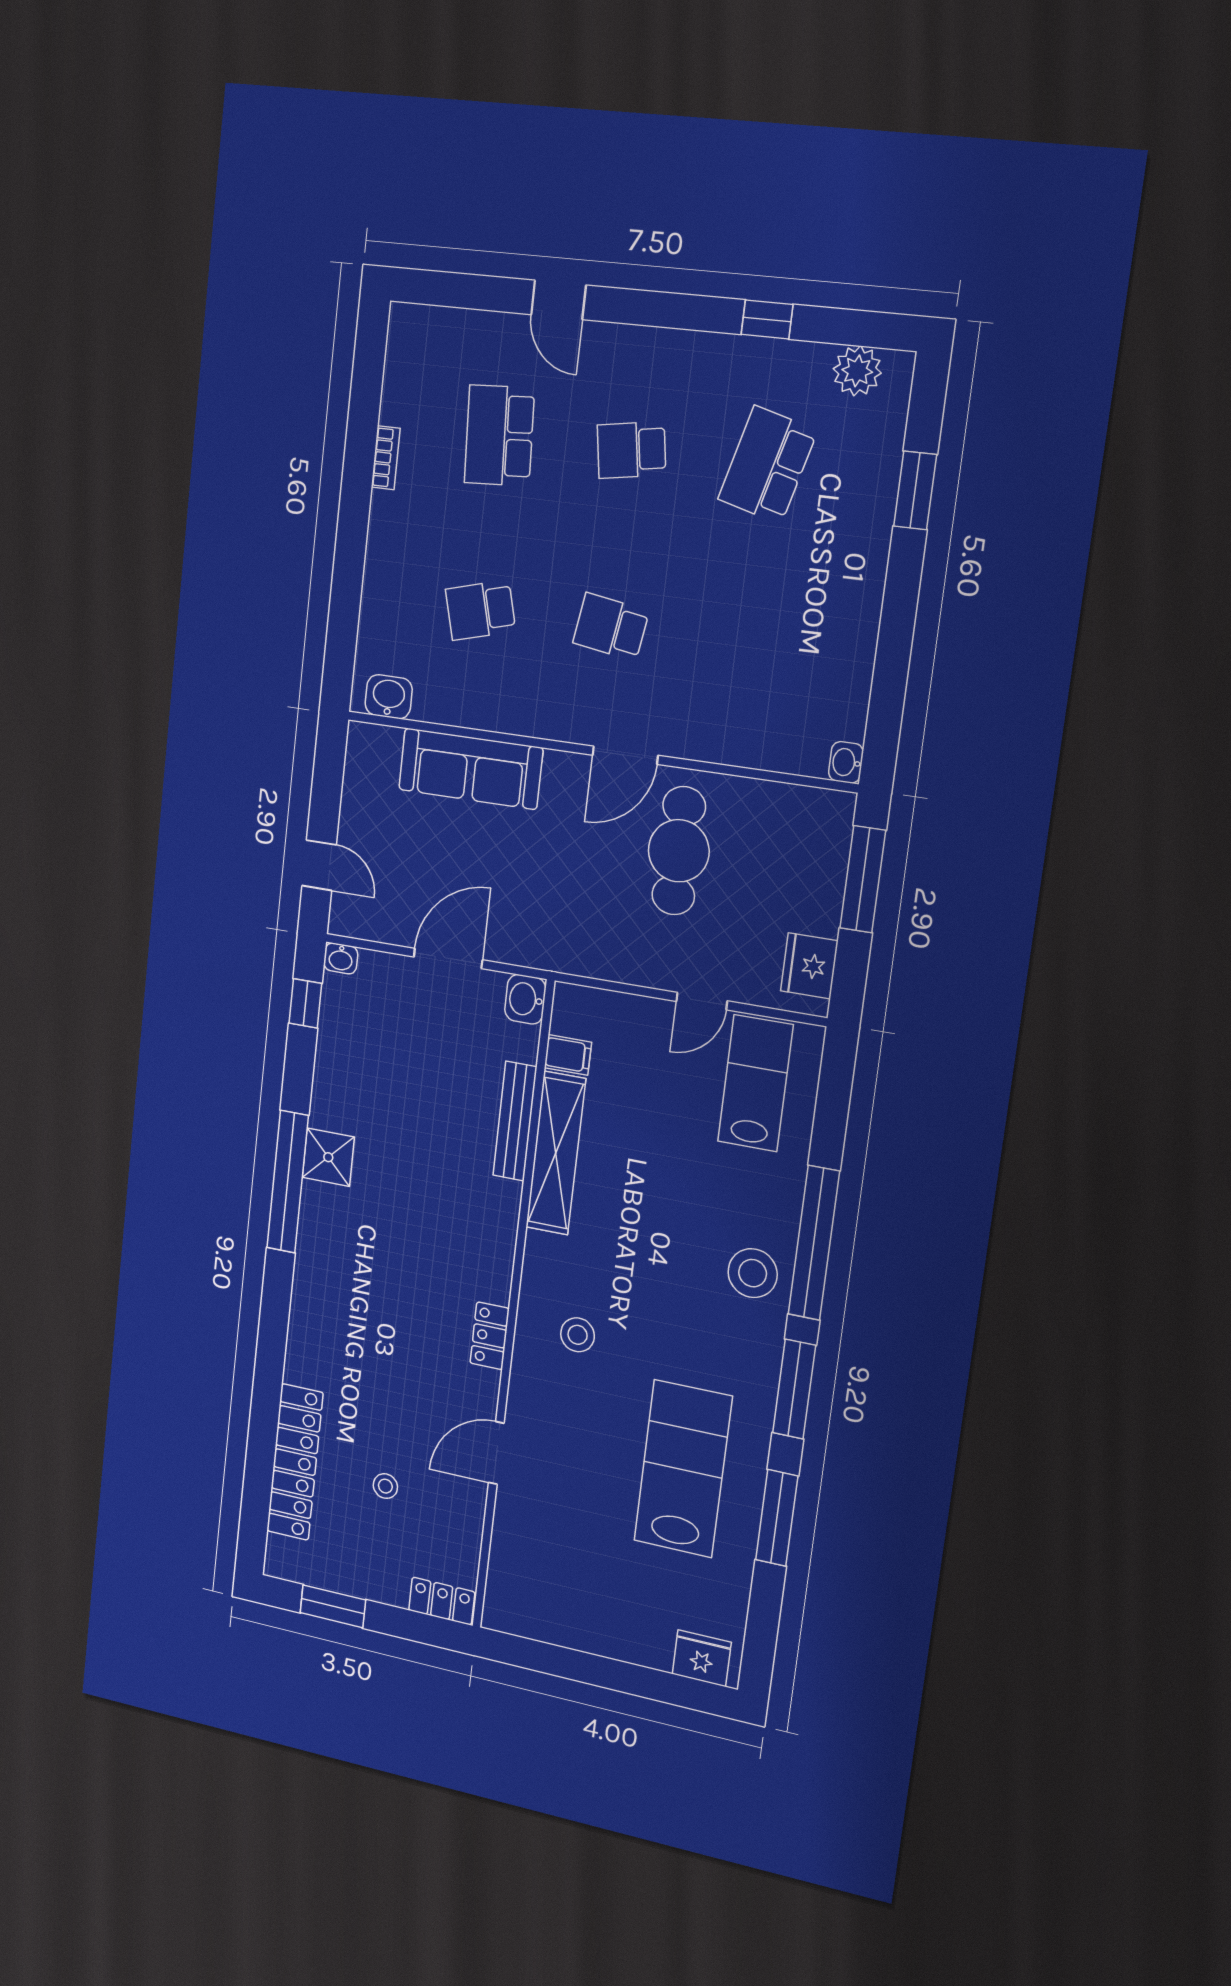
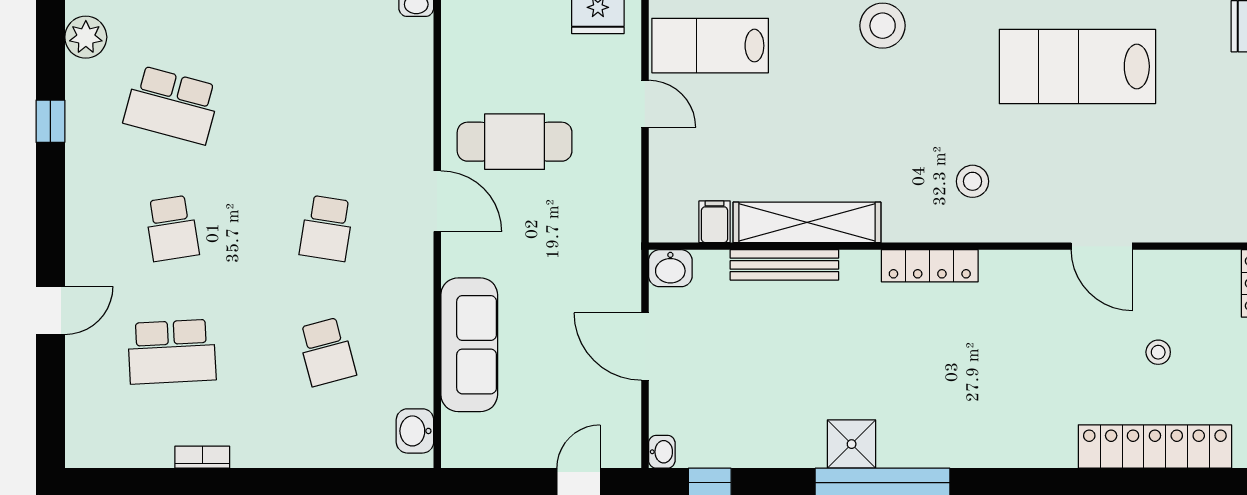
locker: (490, 1336) -> (930, 266), moved, width x1.53

